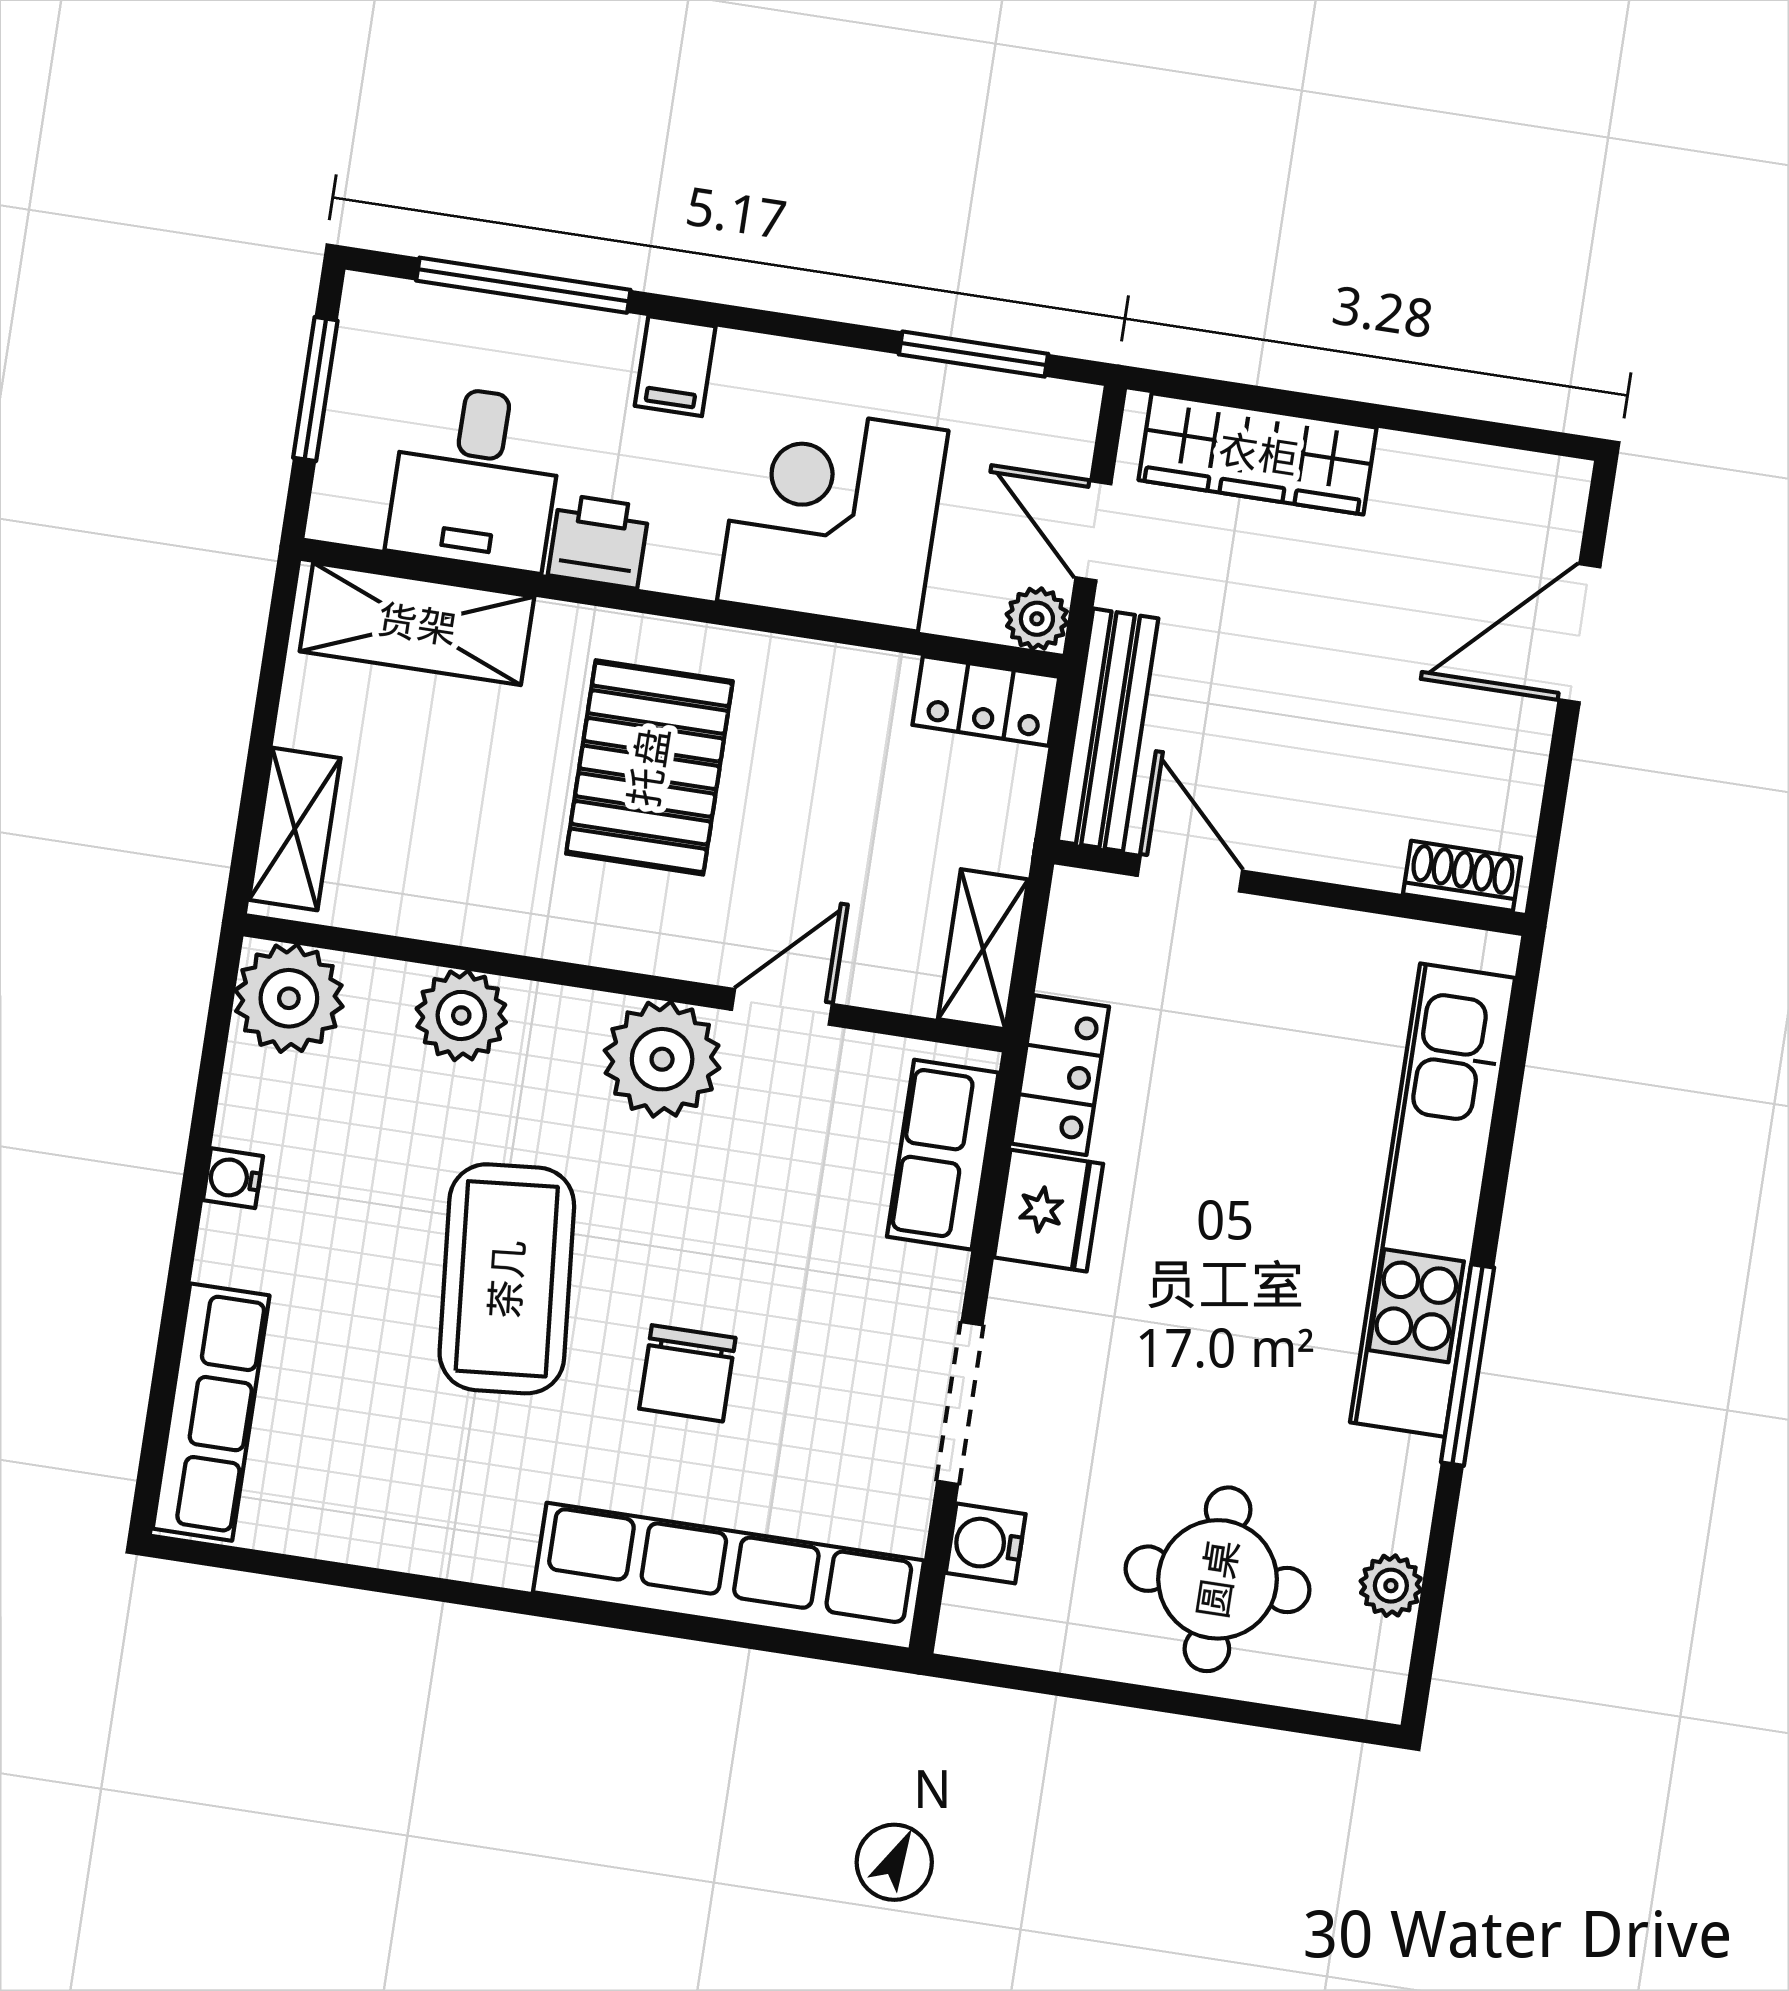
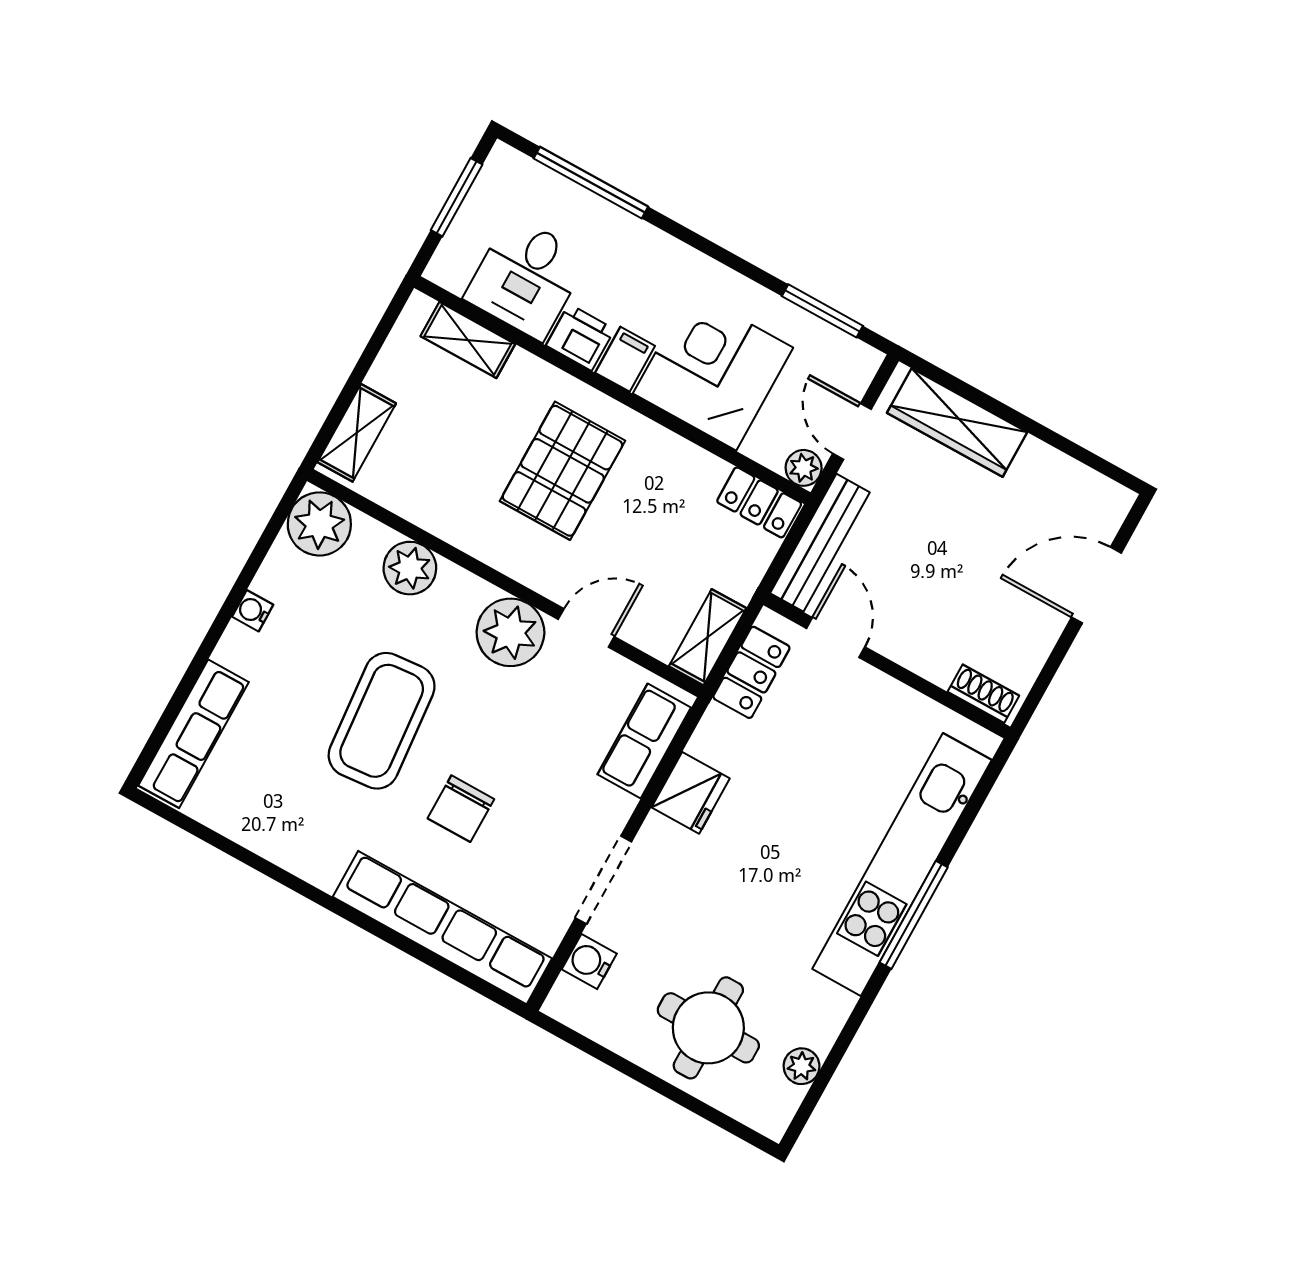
filing cabinet: (675, 366) -> (625, 359), moved, turned 180
shelving: (417, 624) -> (468, 340), width x0.67, depth x0.75
locker: (1060, 1075) -> (751, 672), moved
window: (1468, 1365) -> (914, 915), moved

